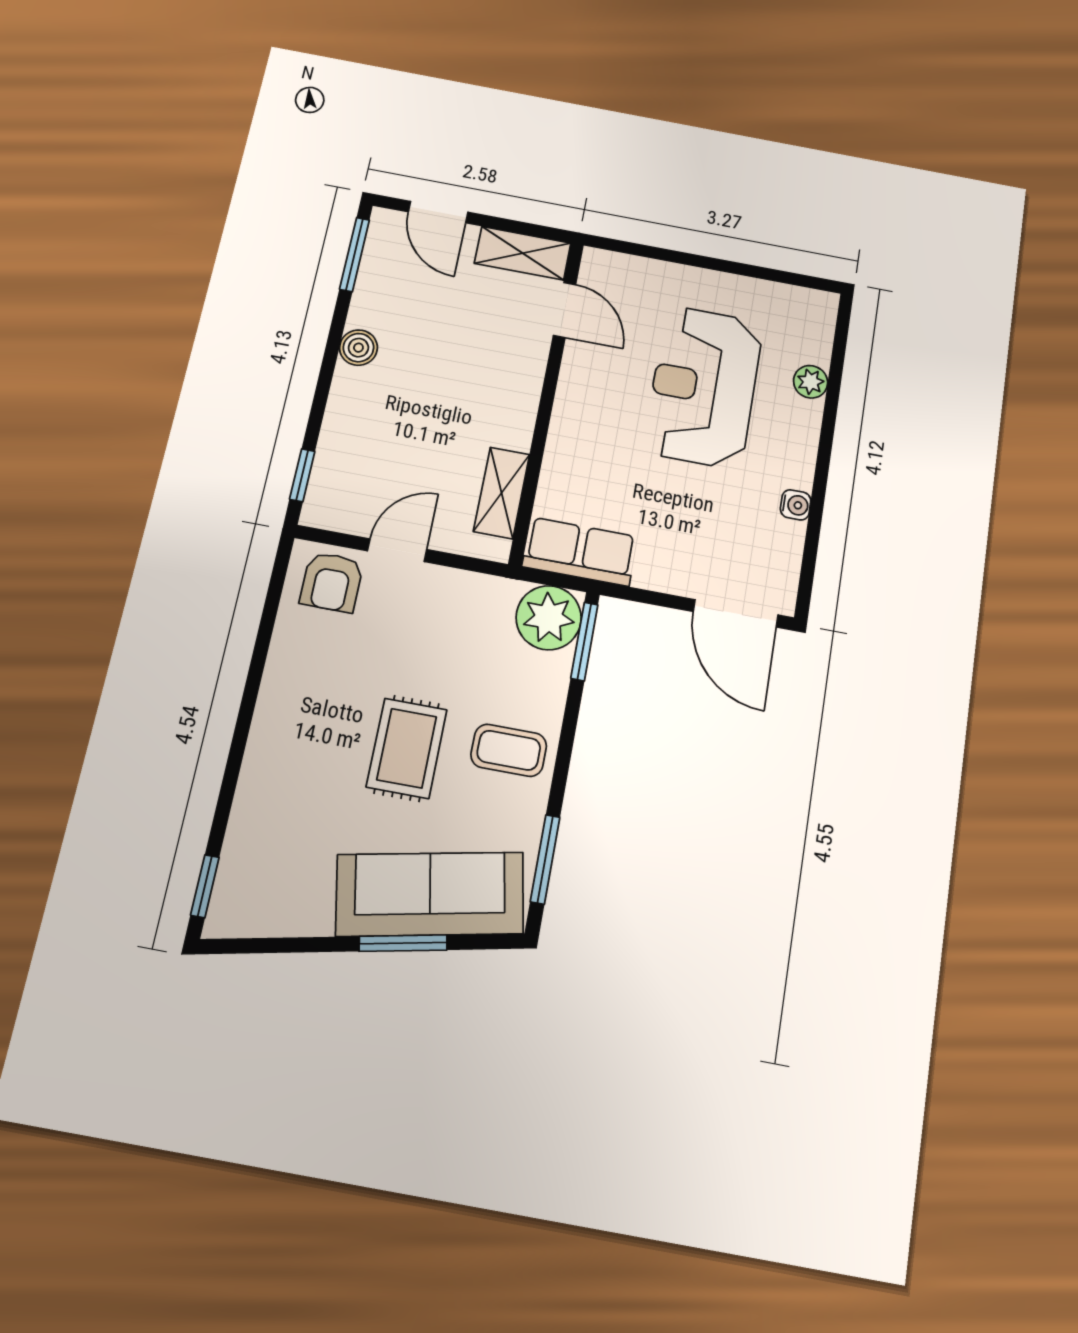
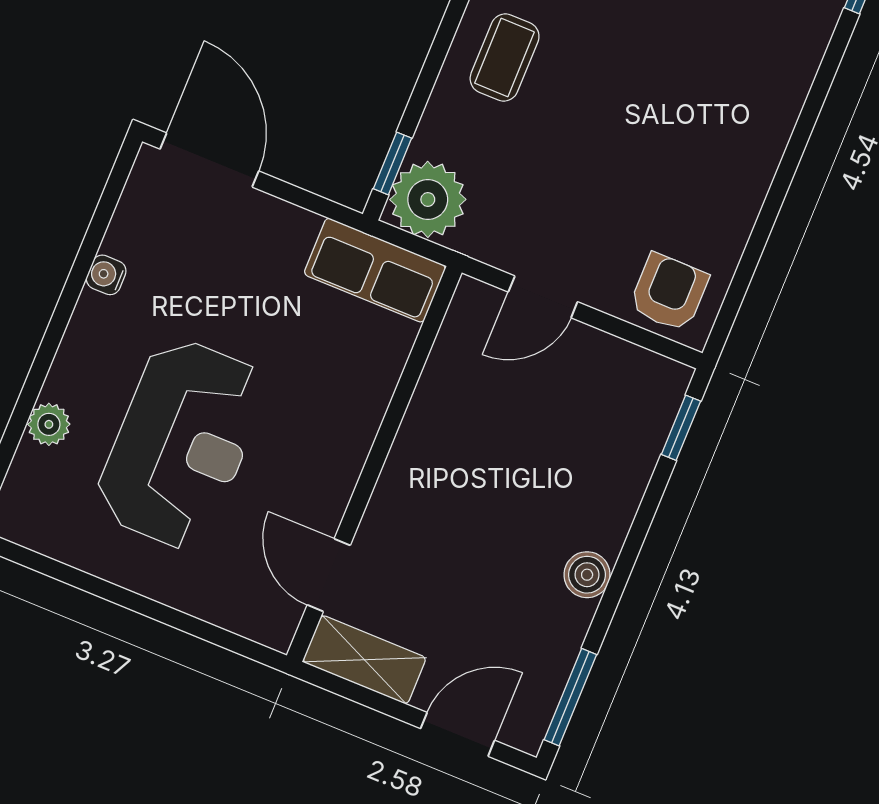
door: (438, 212) -> (458, 734), hinge flipped
shelving: (502, 493) -> (452, 360), removed
door: (397, 550) -> (543, 297), moved
window: (584, 641) -> (393, 163), width x0.67
rug: (407, 748) -> (618, 84), removed
coffee table: (509, 750) -> (505, 57), turned 90

